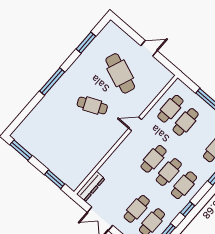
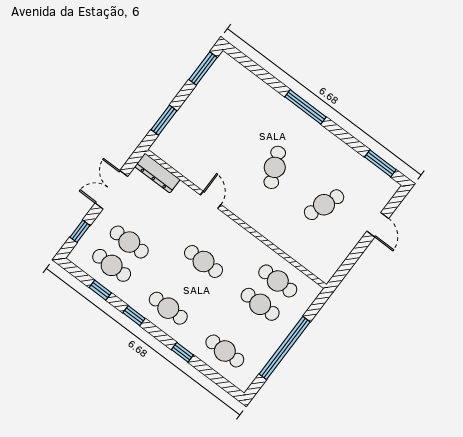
window: (86, 43) -> (380, 163), moved
door: (149, 48) -> (378, 225), moved
cafe table: (120, 73) -> (324, 205), width x0.73, depth x0.74
door: (135, 124) -> (211, 200), moved
cafe table: (169, 172) -> (186, 285), removed

